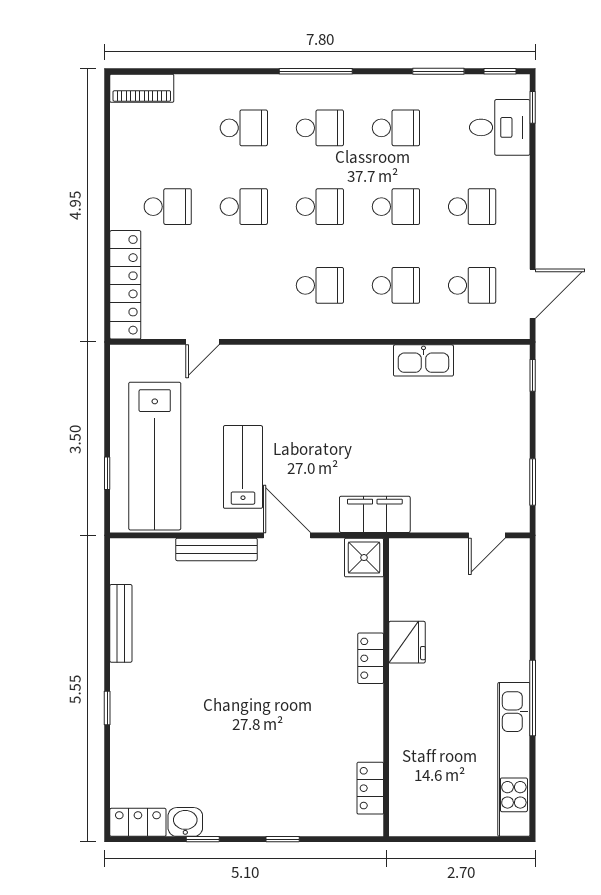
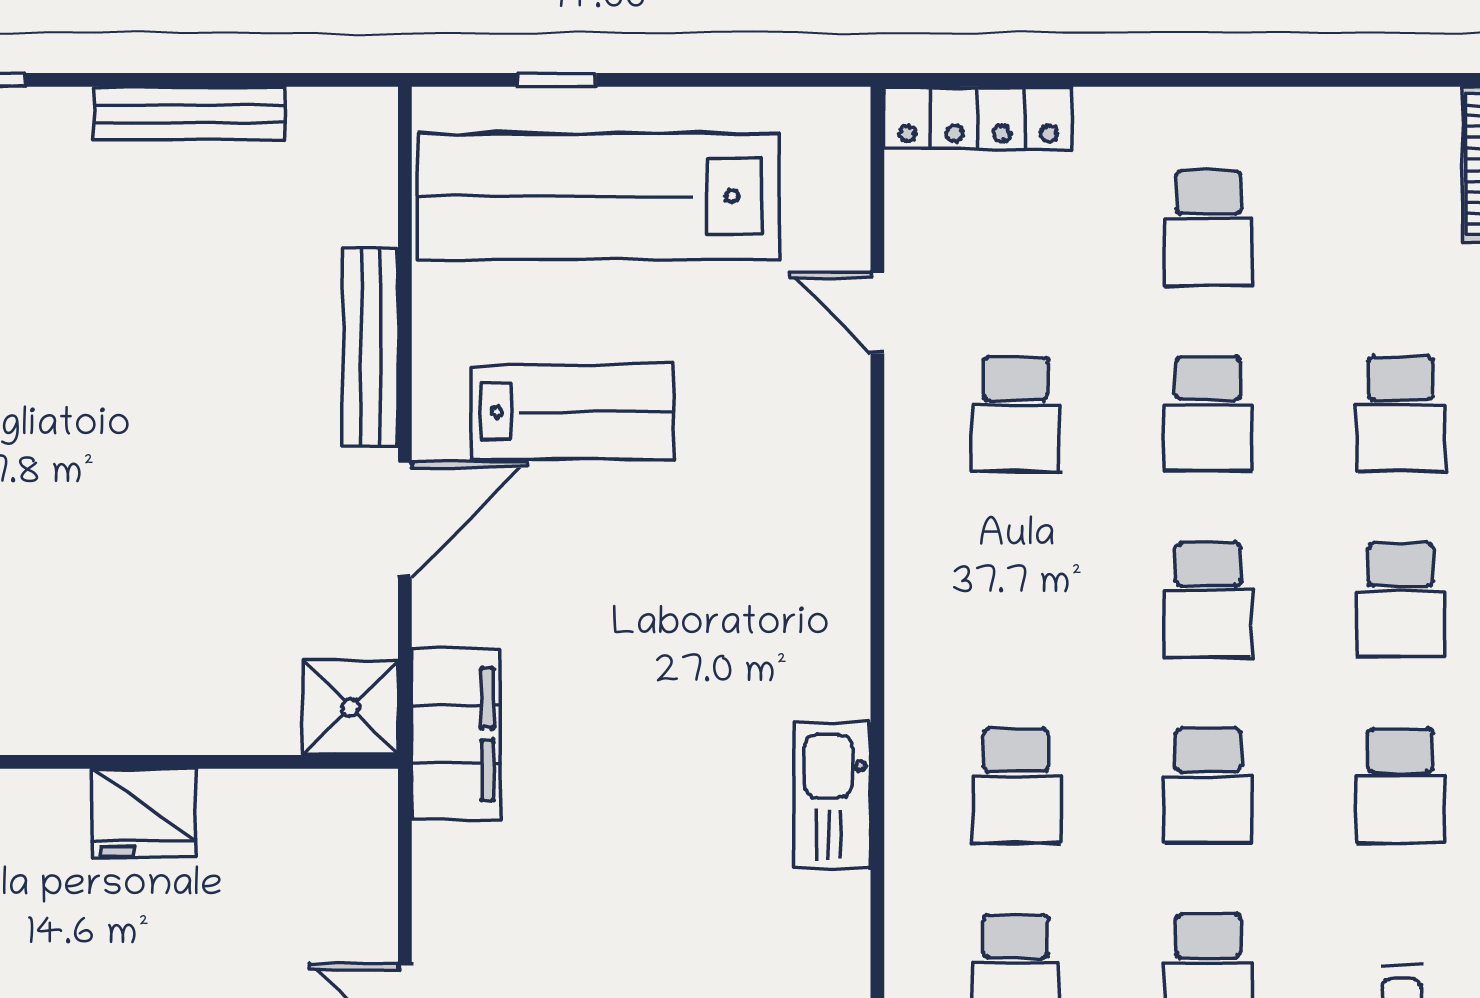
locker: (125, 285) -> (978, 118), width x0.71, depth x0.83
school desk: (320, 285) -> (1016, 414), moved
kitchen sink: (423, 360) -> (832, 795), moved
locker: (371, 658) -> (104, 724), removed

